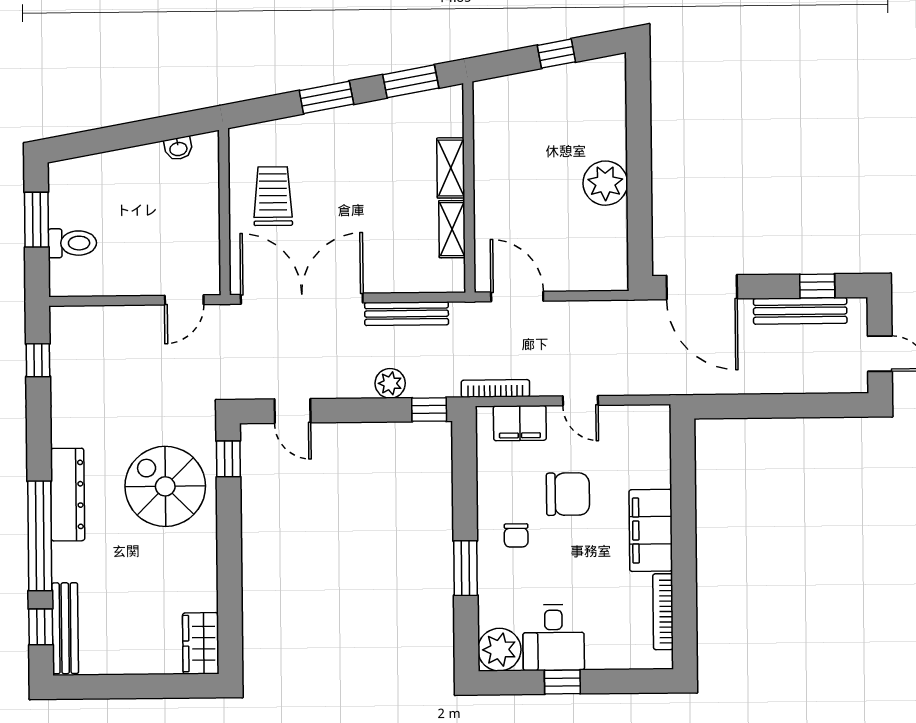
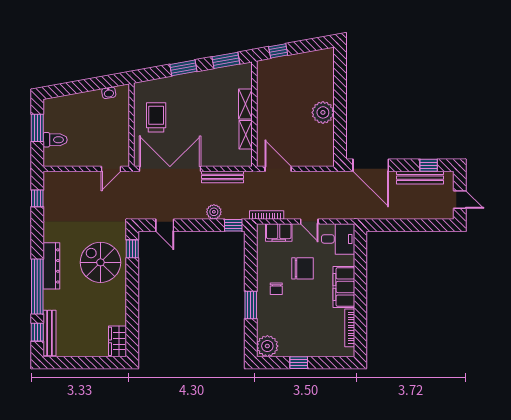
window: (556, 54) -> (278, 51), moved
desk: (554, 638) -> (338, 239), moved, turned -90

